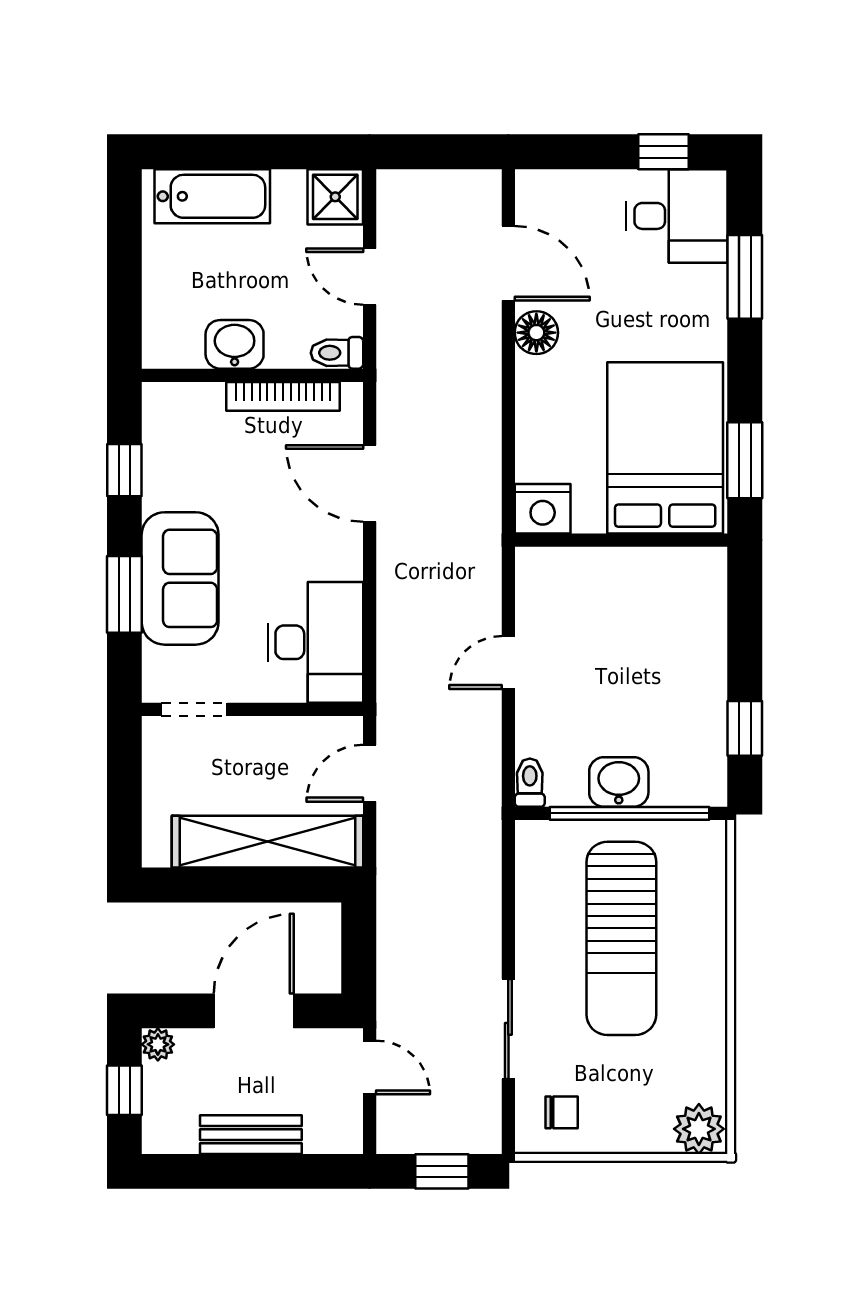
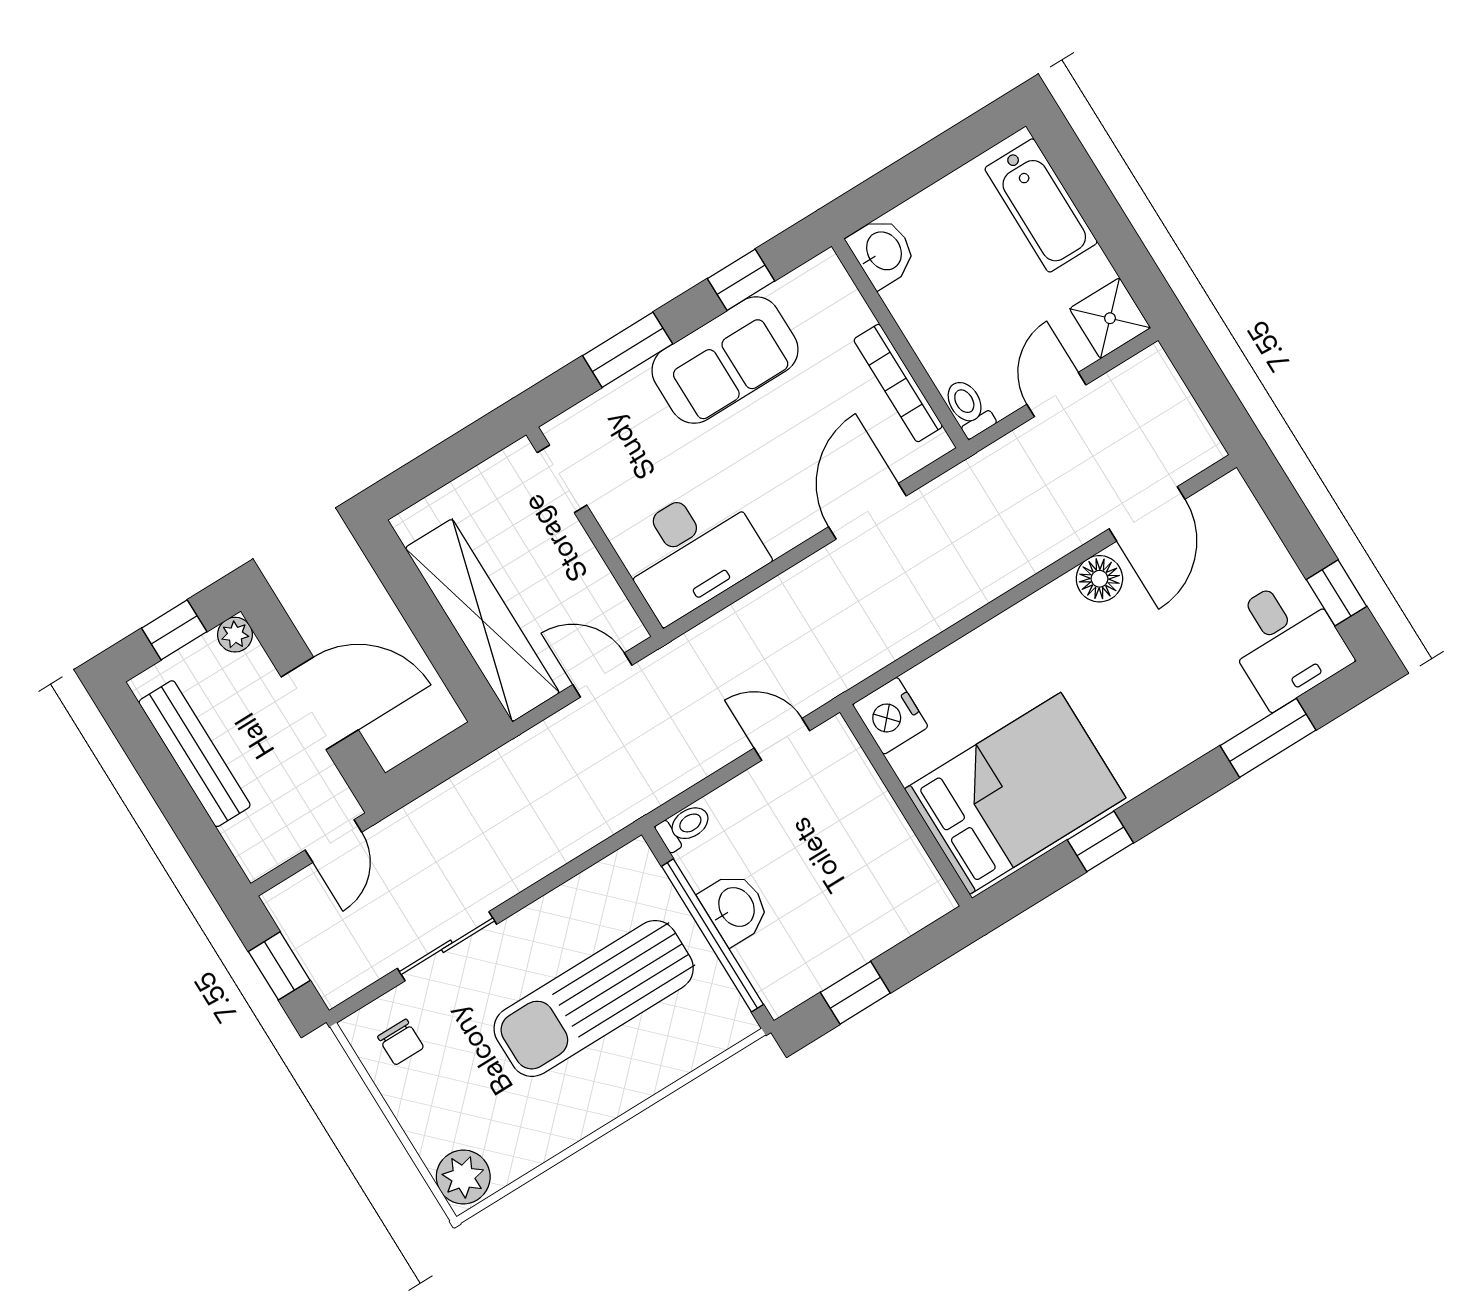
washbasin: (235, 344) -> (883, 252), moved
bed: (665, 448) -> (1015, 793), moved
window: (745, 460) -> (1100, 841), width x0.67
nightstand: (543, 509) -> (890, 716), moved
wall: (621, 540) -> (906, 805), moved
sofa: (180, 578) -> (725, 360), moved
bench: (251, 1135) -> (195, 754), width x1.36

